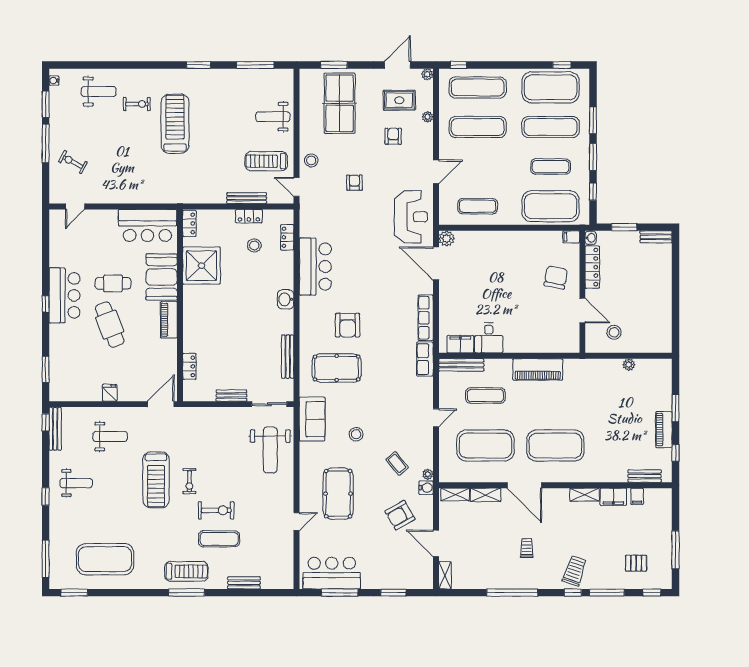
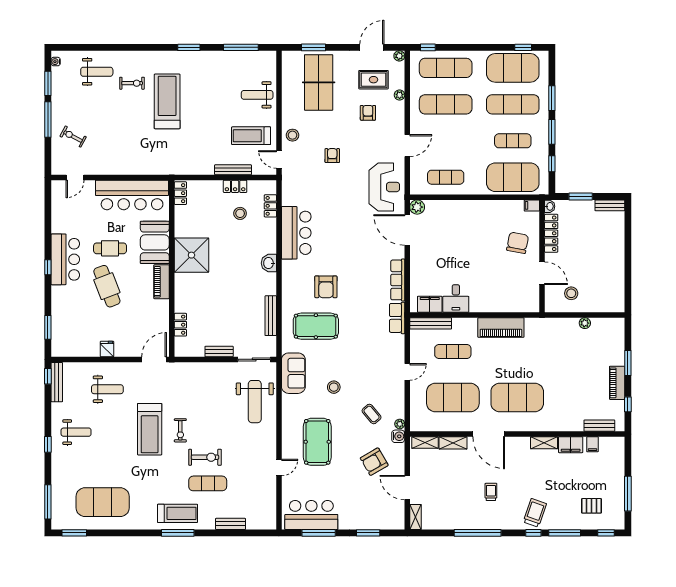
bar counter: (147, 225) -> (132, 195), width x1.36
shower: (201, 266) -> (191, 255), moved

